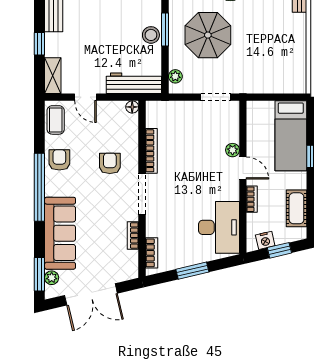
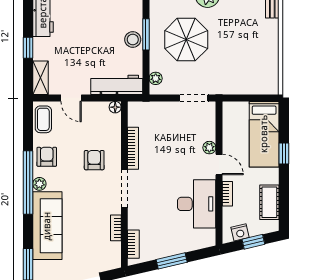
desk: (219, 227) -> (197, 204), moved
plant: (52, 278) -> (39, 184), moved

